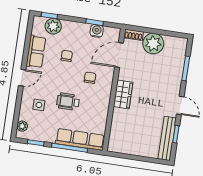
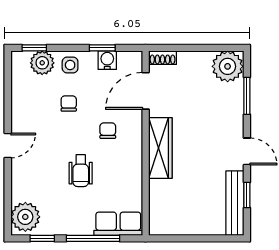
plant: (153, 44) -> (228, 66), moved
row of seats: (36, 52) -> (22, 104), removed
wardrobe: (123, 94) -> (160, 148), width x1.50
wheelchair: (68, 102) -> (81, 171), turned -90
side table: (39, 105) -> (70, 65), moved
plant: (22, 126) -> (25, 217), width x1.88, depth x1.88
row of seats: (80, 139) -> (118, 224), width x0.68

